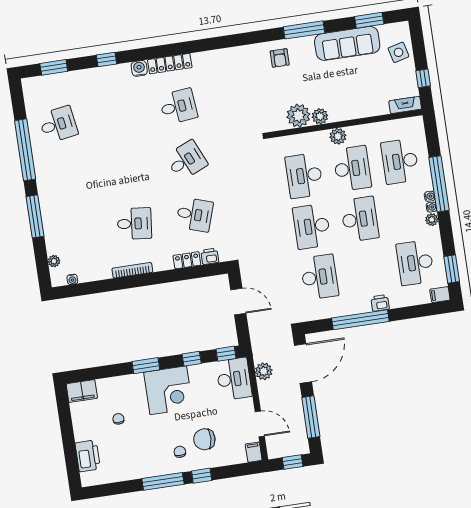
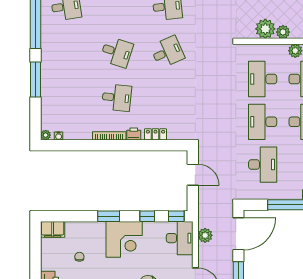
desk: (195, 215) -> (117, 52), moved
printer: (210, 256) -> (134, 134), moved
plant: (54, 261) -> (46, 135), moved

